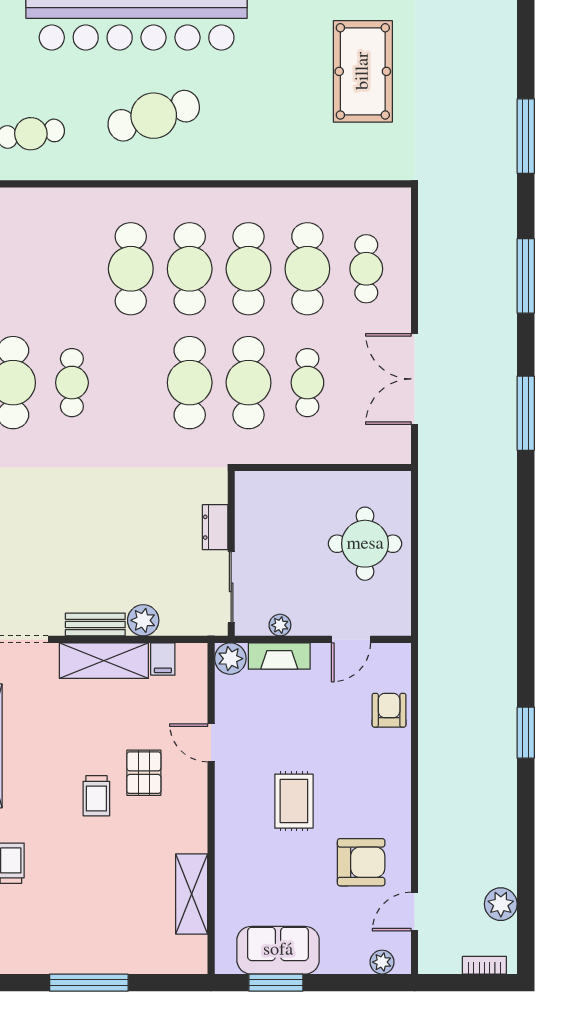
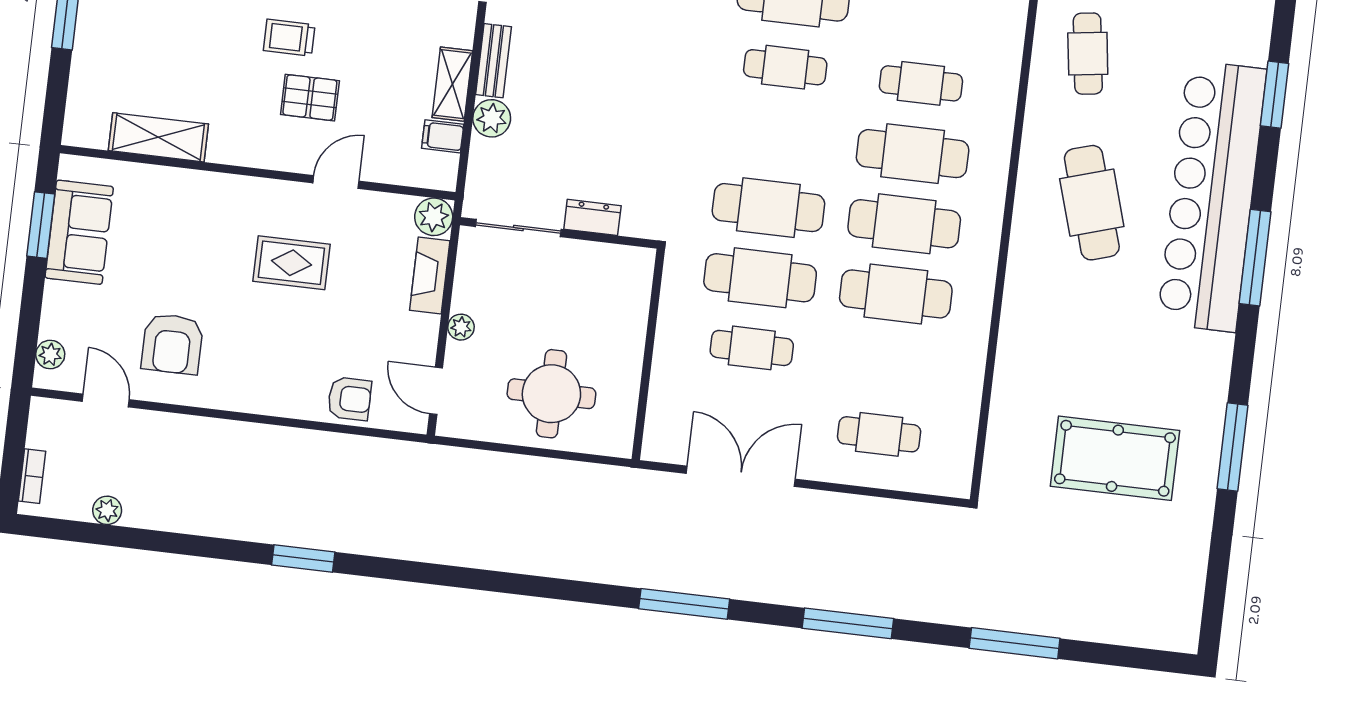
cafe table: (307, 269) -> (921, 83), moved, width x0.73, depth x0.74
plant: (280, 625) -> (461, 327), moved
door: (351, 639) -> (436, 391), moved
shelving: (104, 661) -> (452, 84), width x0.67, depth x0.75
rug: (294, 801) -> (291, 263), moved
plant: (501, 904) -> (107, 510), width x0.73, depth x0.73

